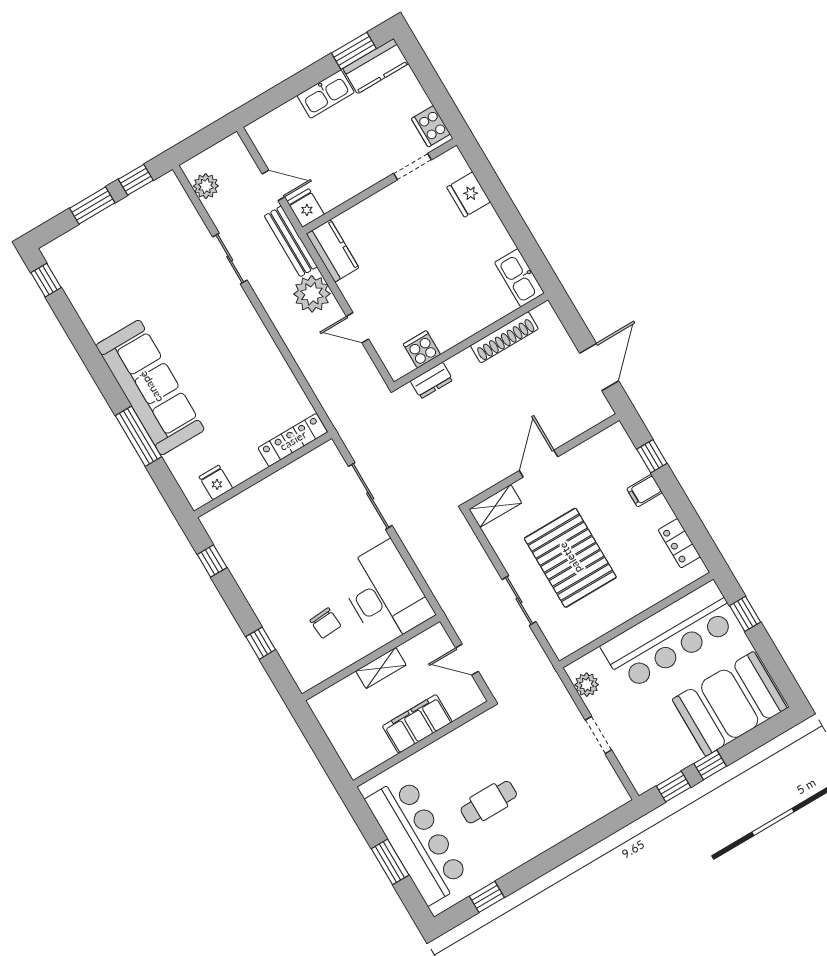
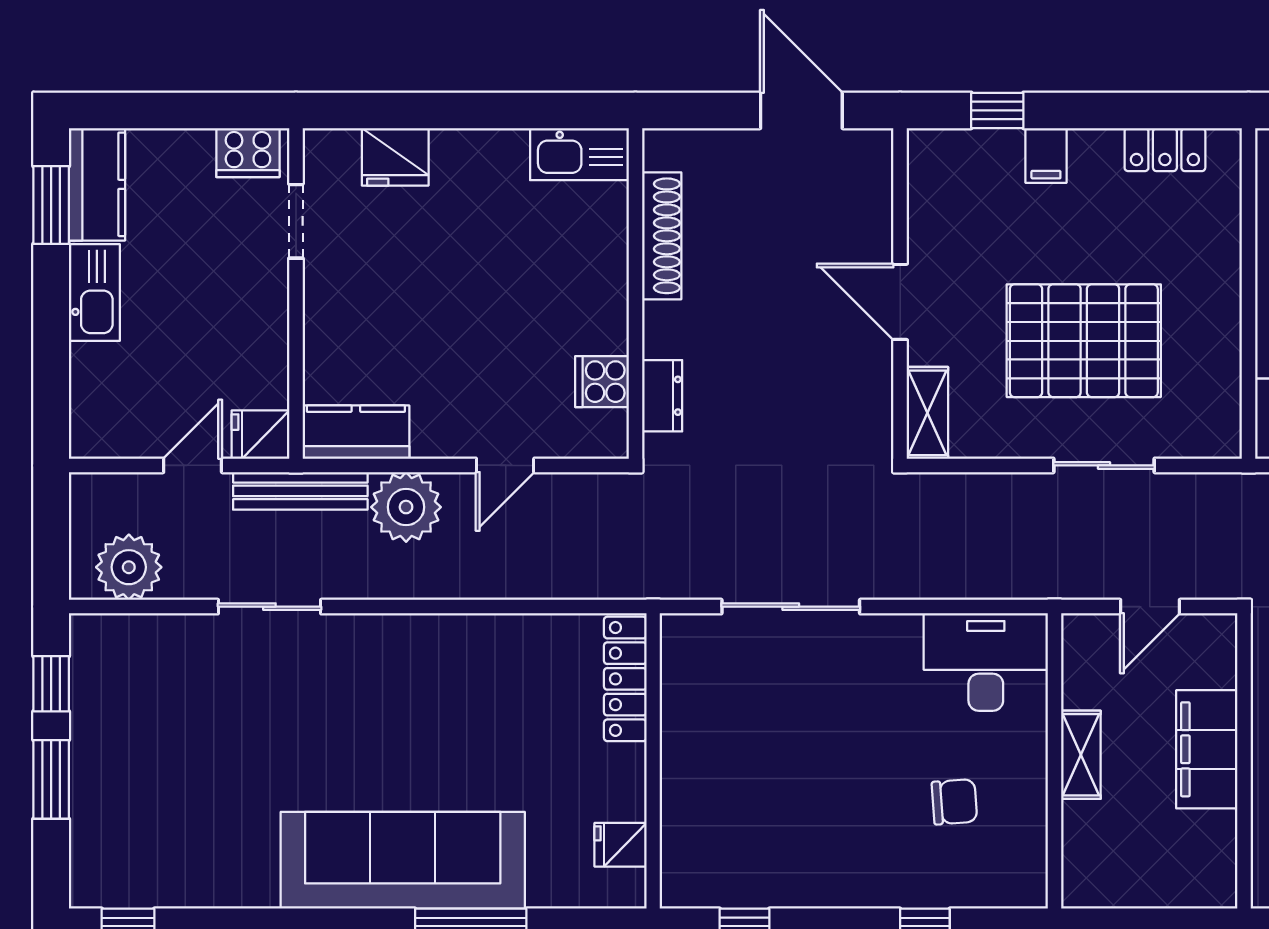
plant: (206, 186) -> (129, 567), width x1.36, depth x1.36
desk: (385, 593) -> (986, 662), width x0.73, depth x0.77

